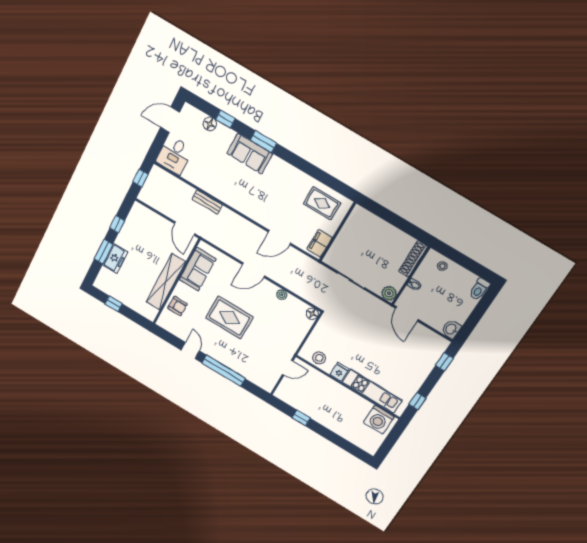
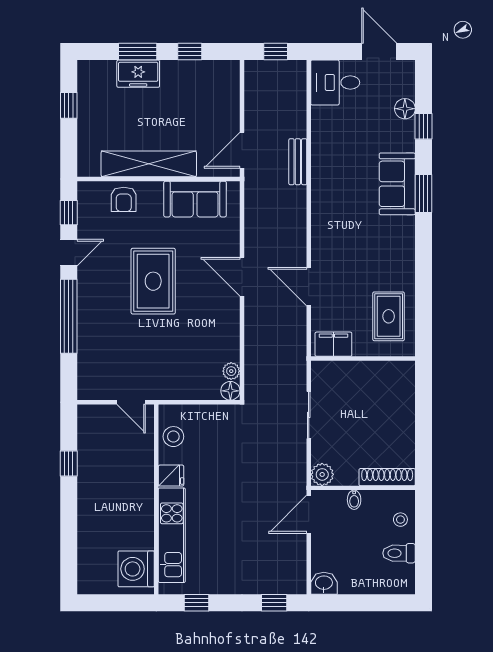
toilet: (479, 289) -> (399, 553), moved
plant: (282, 295) -> (231, 371), moved
window: (169, 338) -> (69, 213), added

